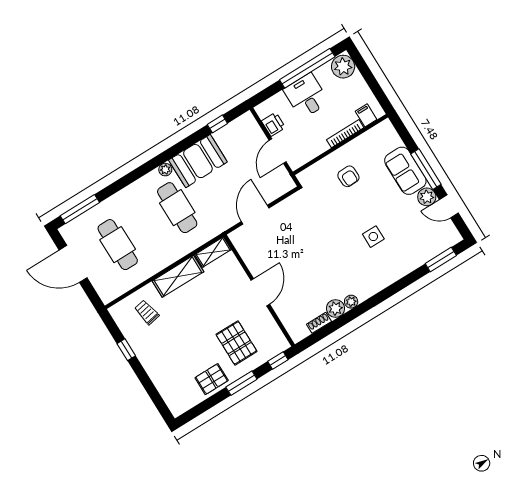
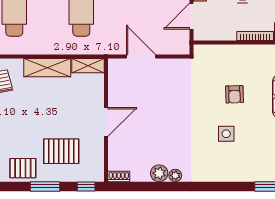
armchair: (348, 176) -> (234, 94), moved
door: (255, 215) -> (141, 56), hinge flipped
shoe rack: (319, 323) -> (119, 177), moved
pallet: (236, 343) -> (61, 151), turned 90

